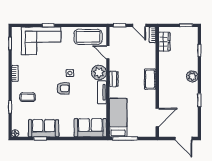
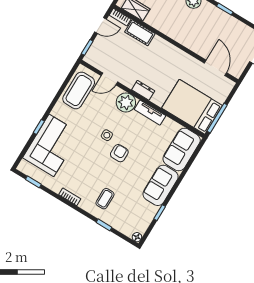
cot: (150, 79) -> (140, 33), moved
bed: (118, 118) -> (192, 107), width x1.50
sofa: (44, 128) -> (161, 185), moved

